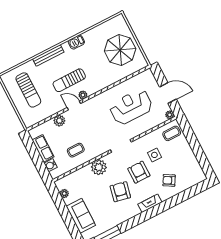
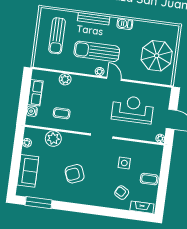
sun lounger: (69, 80) -> (97, 51), width x1.36, depth x1.34
door: (74, 106) -> (114, 79), moved
coffee table: (172, 133) -> (149, 179), moved
plant: (99, 167) -> (53, 139), moved
armchair: (139, 172) -> (101, 168), removed
armchair: (120, 192) -> (75, 174), turned -124
fireplace: (150, 203) -> (142, 207), moved

